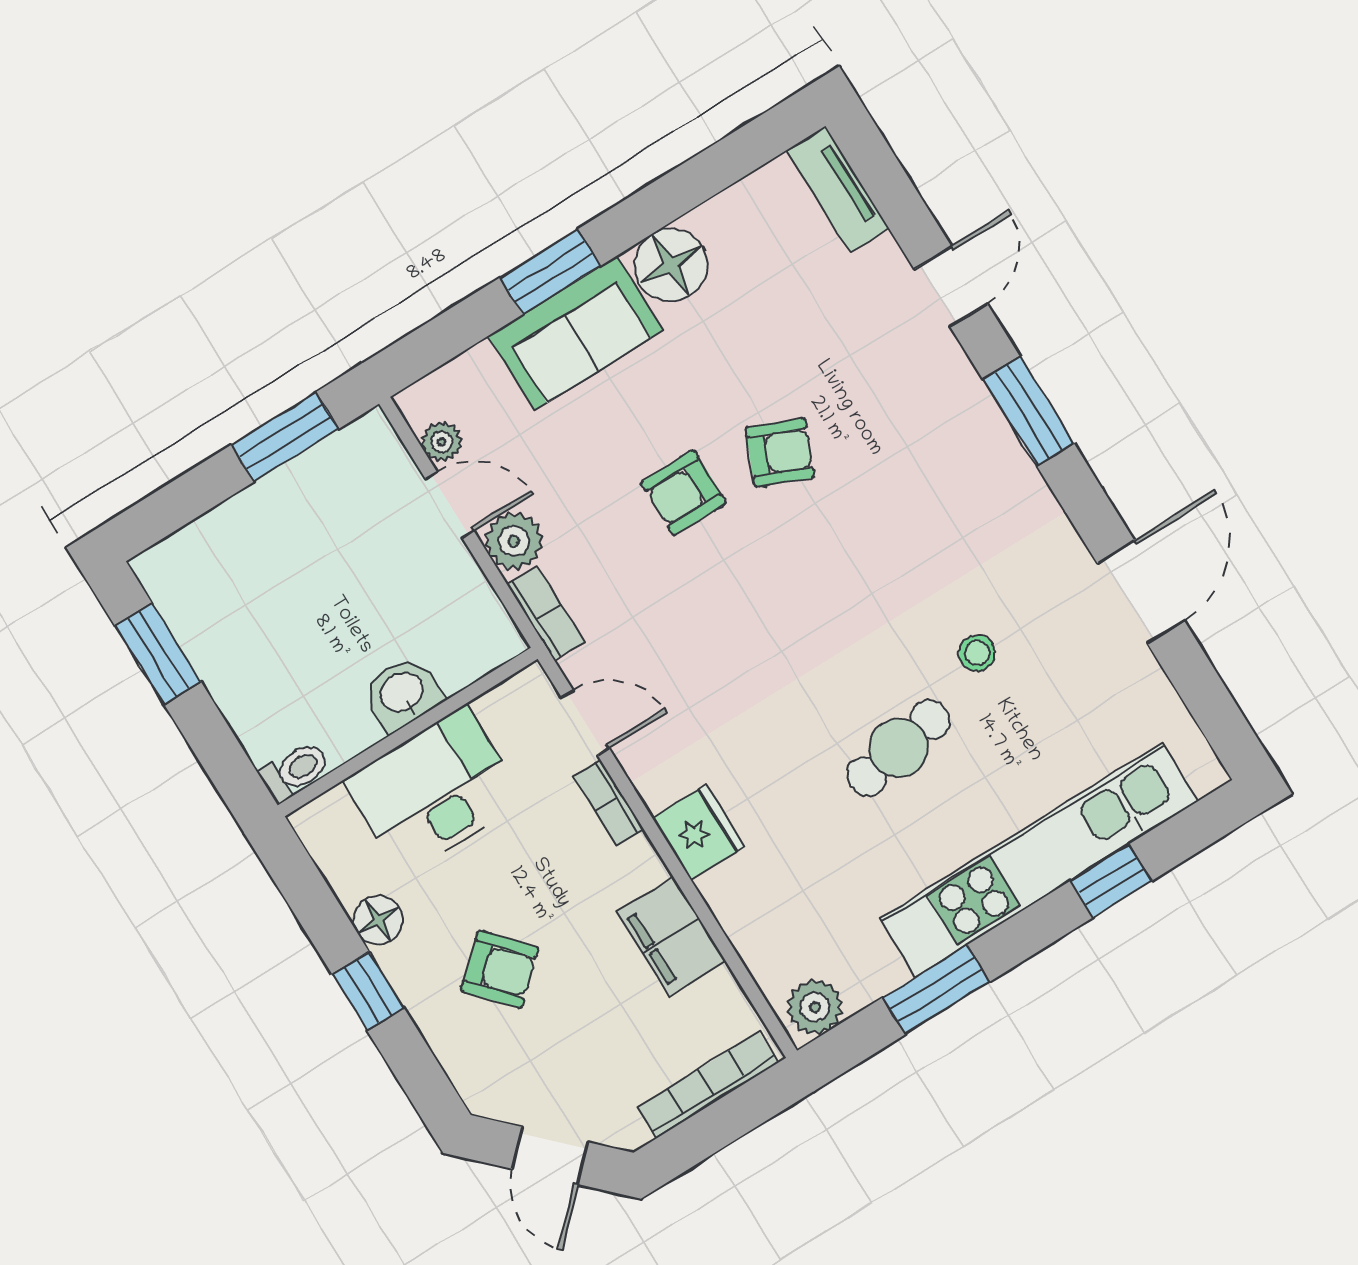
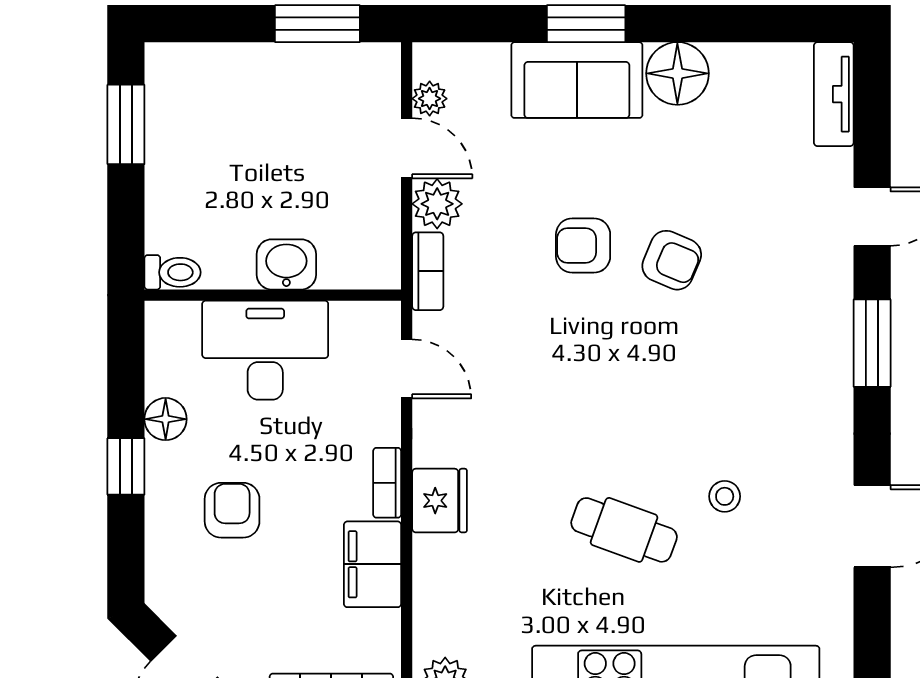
cafe table: (898, 748) -> (624, 530), turned 30
bookcase: (609, 803) -> (387, 483), moved
armchair: (500, 969) -> (232, 510), turned -138

